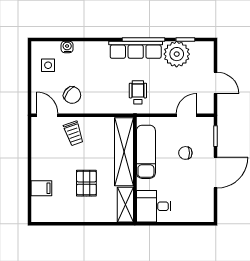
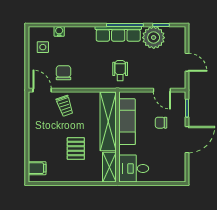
chair: (72, 95) -> (64, 73), turned -128
door: (186, 115) -> (162, 90), swing flipped
filing cabinet: (41, 188) -> (37, 168), moved

